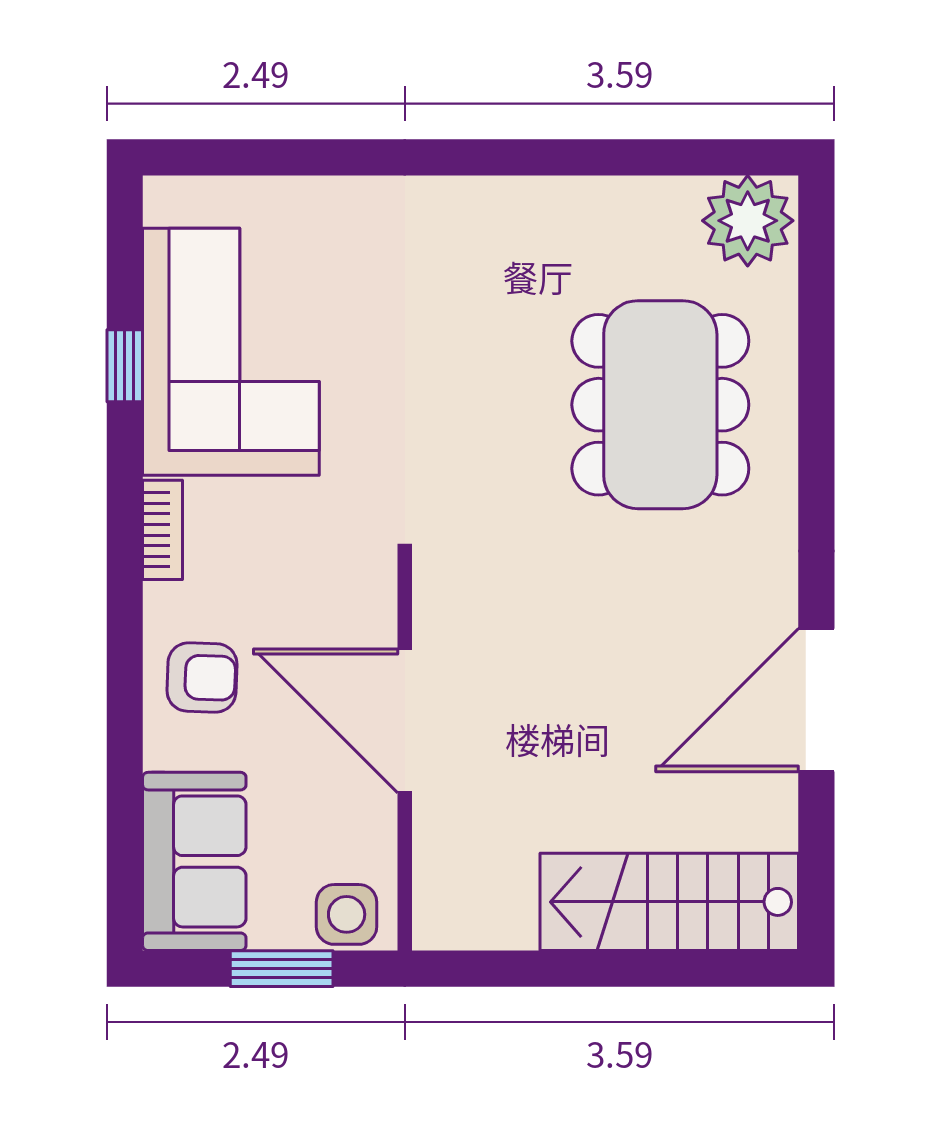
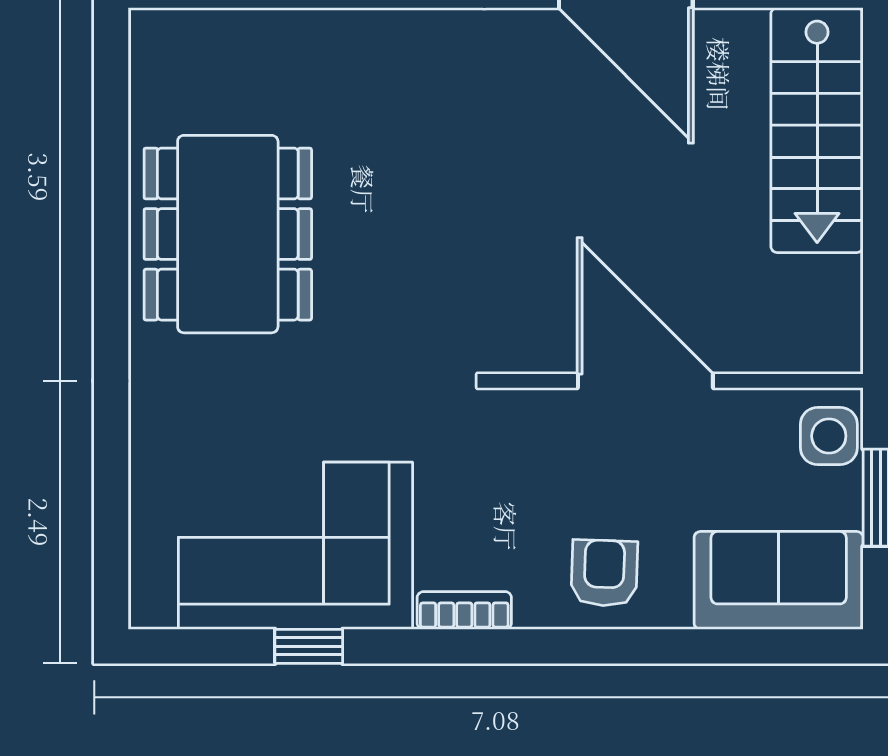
plant: (748, 221) -> (171, 56), removed
dining table: (660, 405) -> (228, 234), moved, turned 90
door: (405, 721) -> (645, 381), swing flipped

